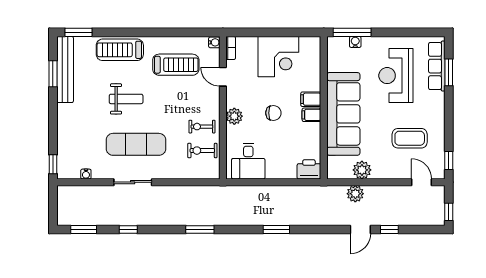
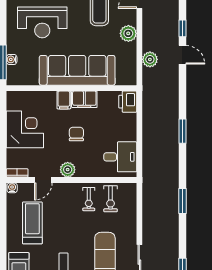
filing cabinet: (311, 115) -> (84, 99), width x2.00
plant: (234, 116) -> (68, 170), moved
plant: (362, 170) -> (128, 33), moved

